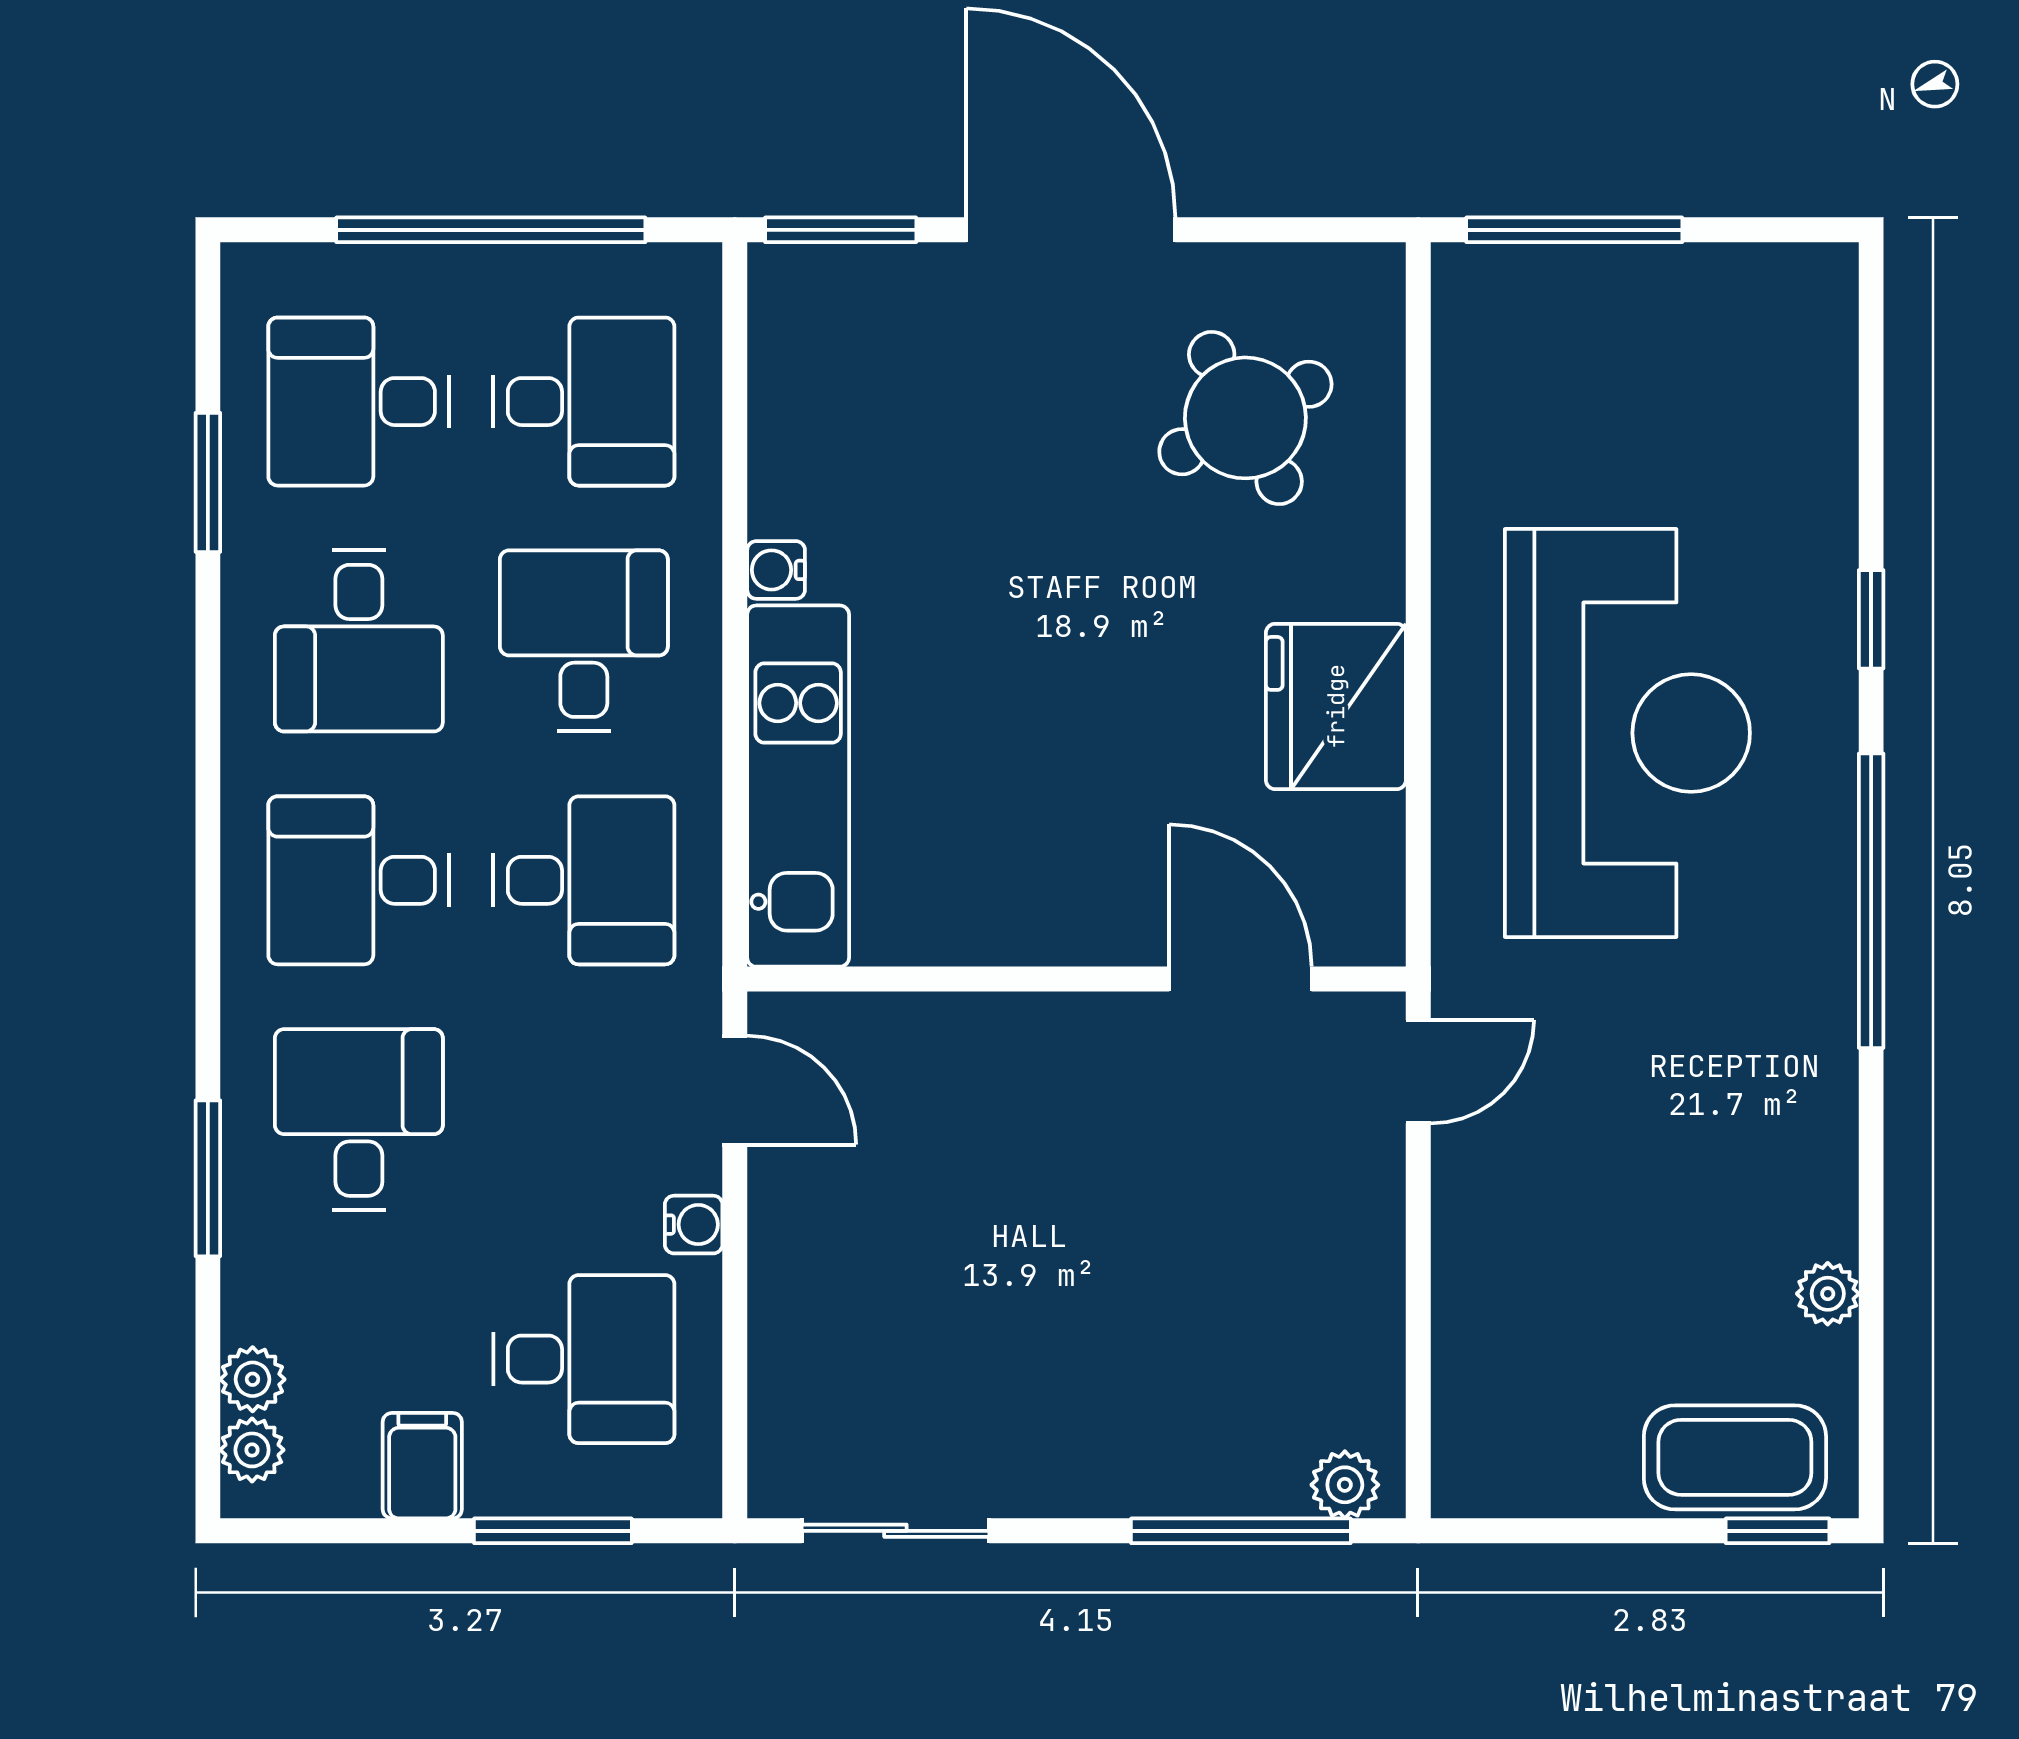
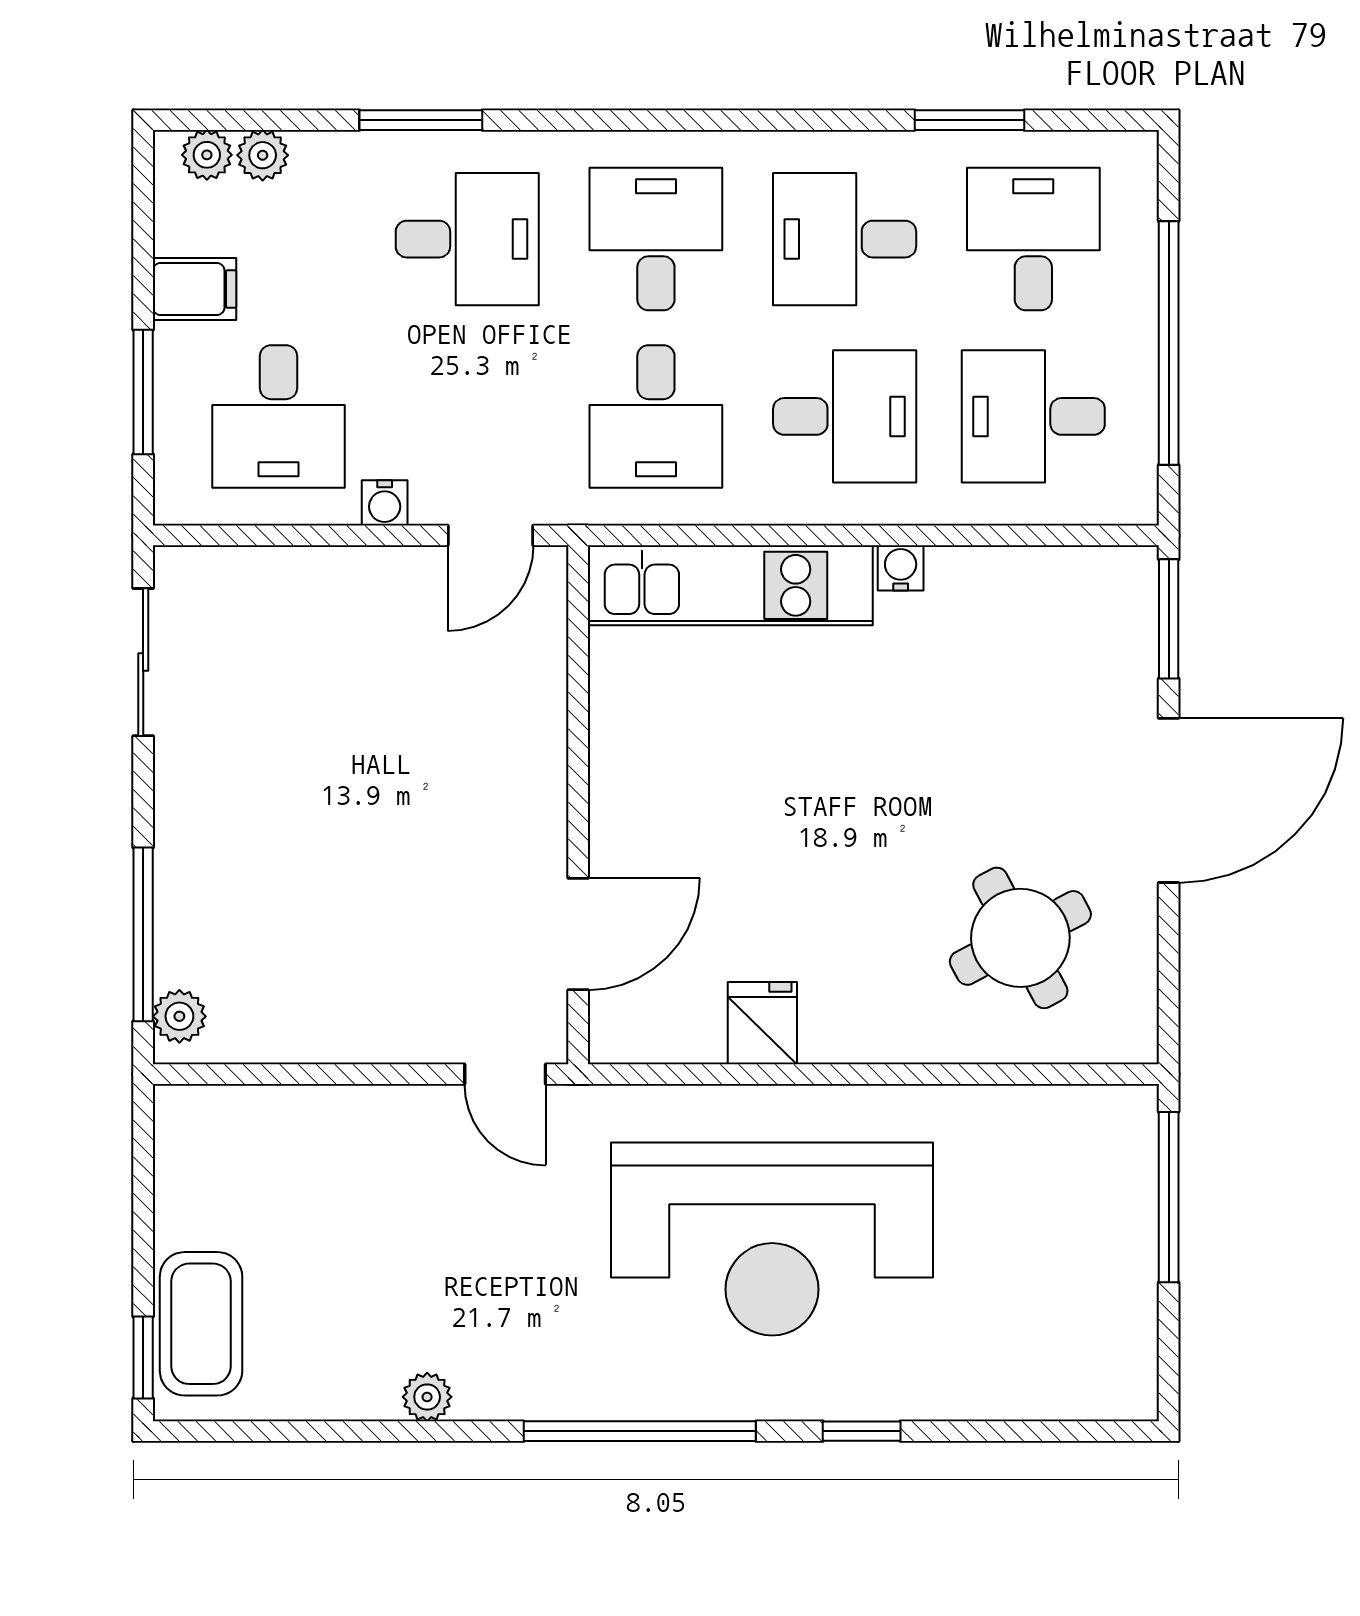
desk: (584, 402) -> (1033, 416), turned 90
fridge: (1336, 706) -> (762, 1023), width x0.53, depth x0.75
plant: (1828, 1294) -> (427, 1397), moved

